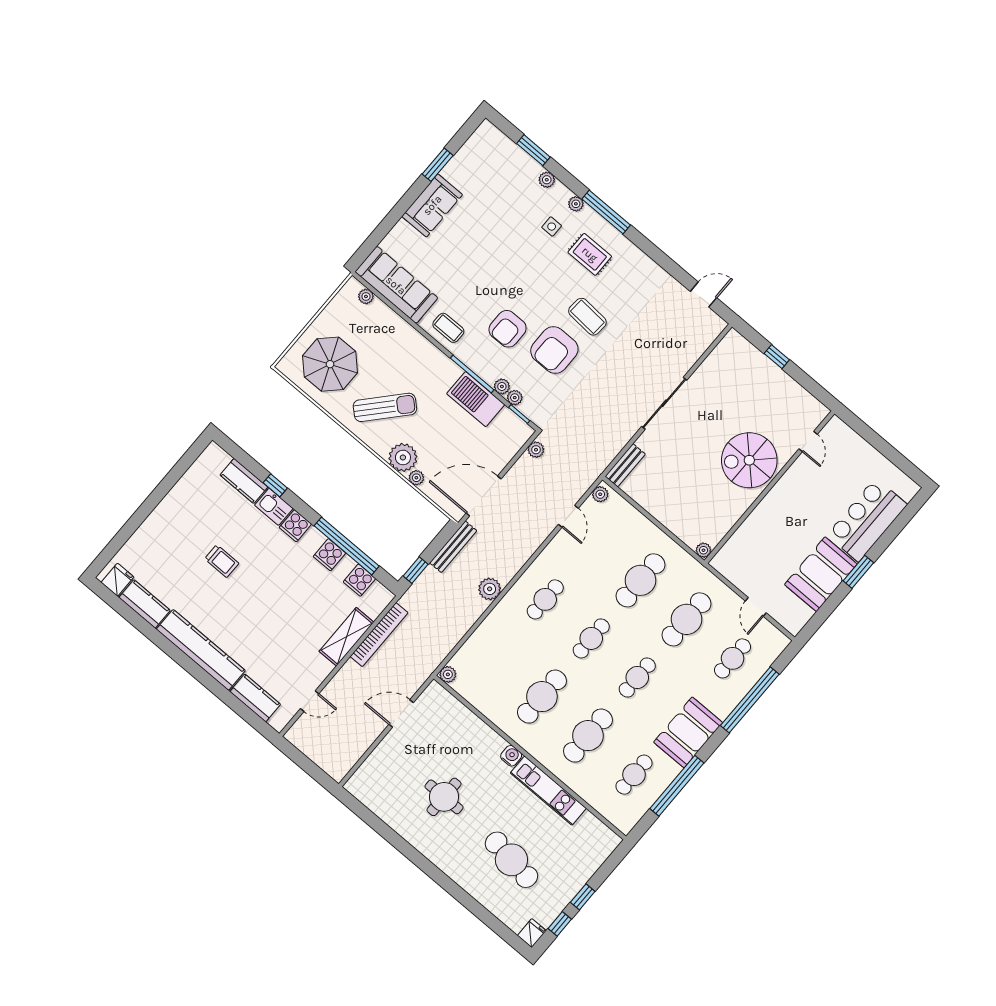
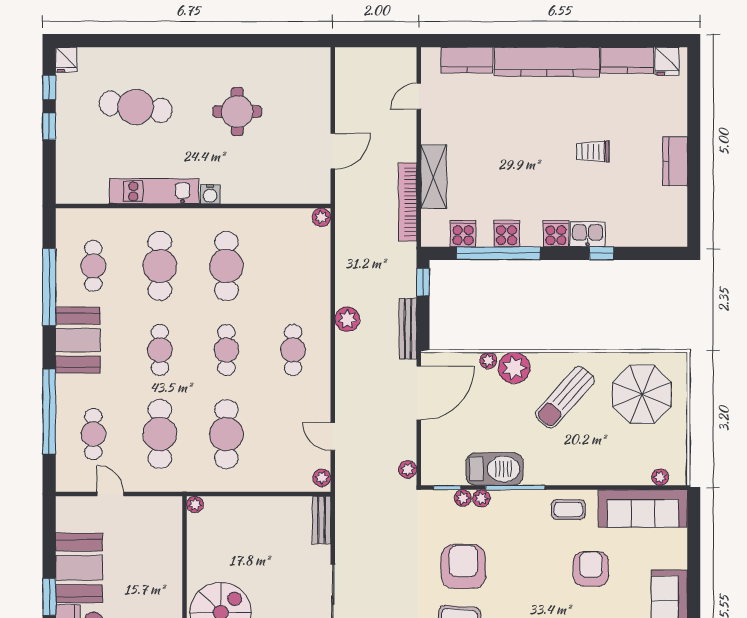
armchair: (508, 329) -> (591, 569), moved
kitchen counter: (244, 481) -> (675, 161), moved, turned -90

